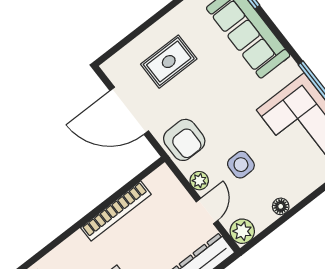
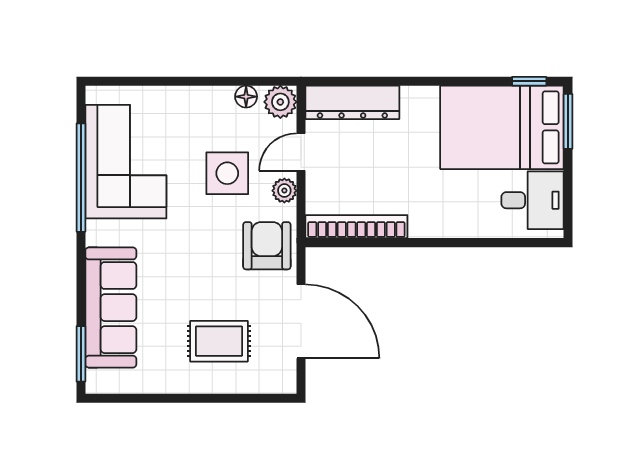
side table: (241, 165) -> (227, 173), width x1.37, depth x1.37
floor lamp: (281, 206) -> (246, 97), moved
bookcase: (116, 211) -> (356, 227), moved

